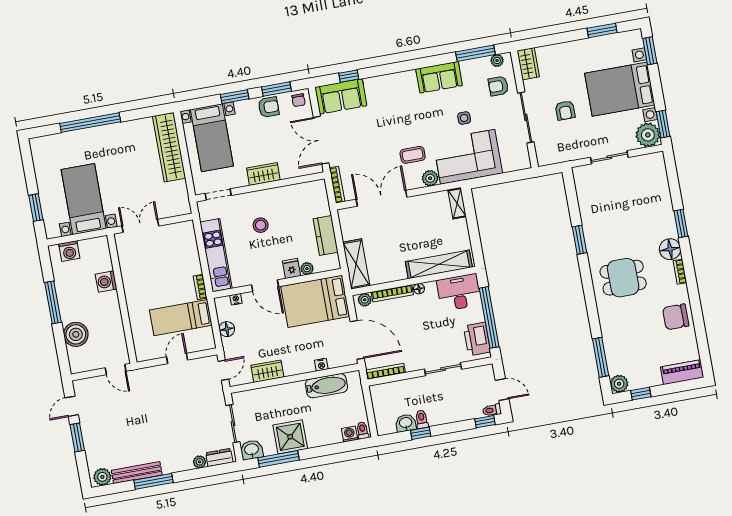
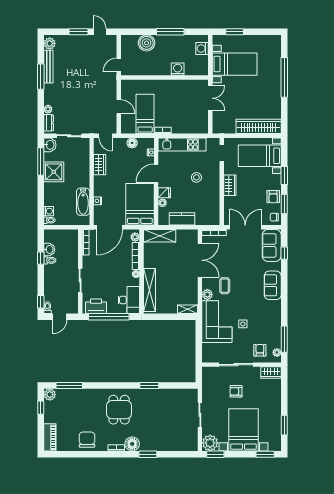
sofa: (439, 77) -> (273, 285), moved

